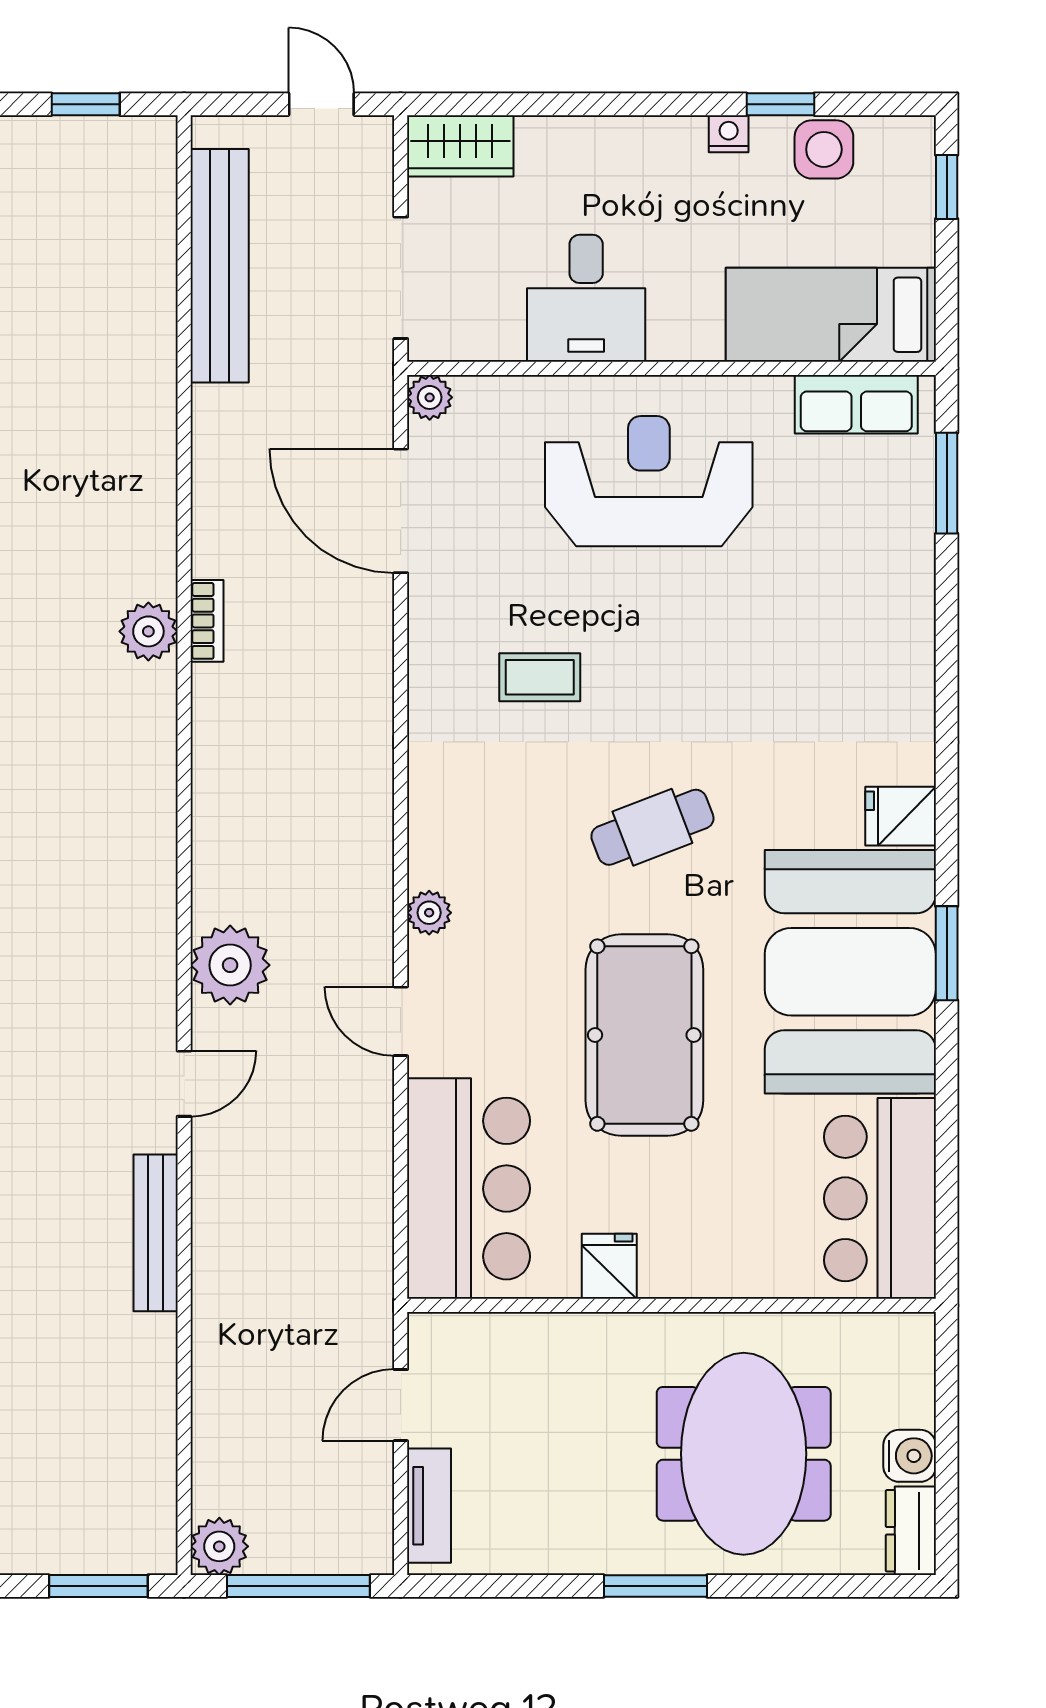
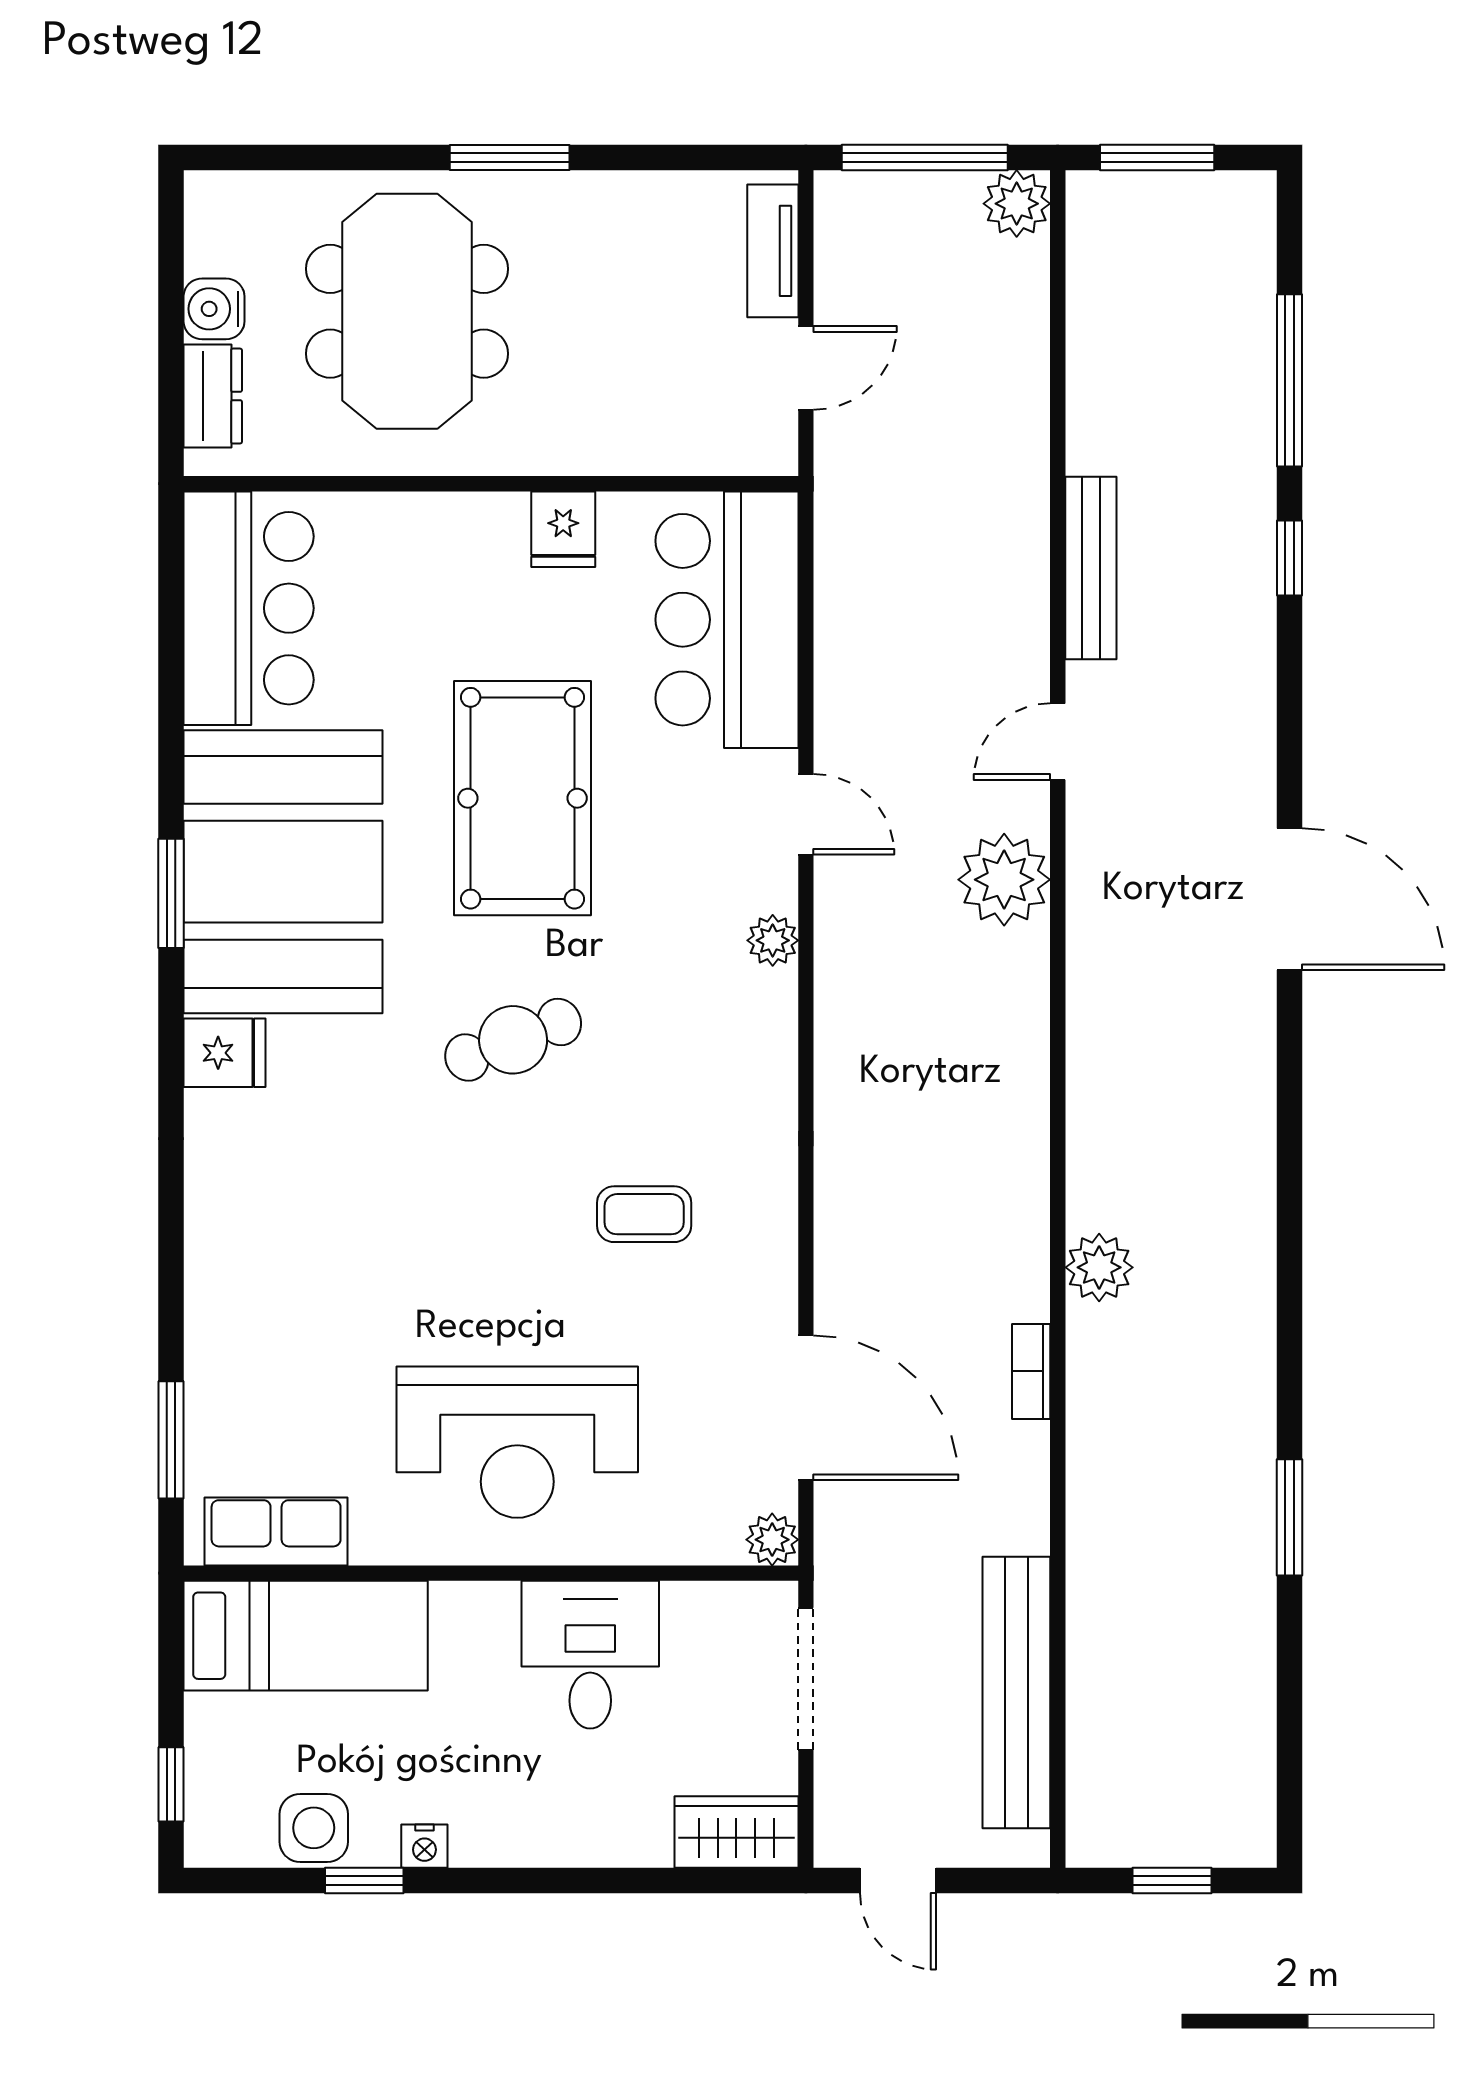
bookcase: (207, 621) -> (1031, 1371), moved
dresser: (911, 1531) -> (213, 396), moved

